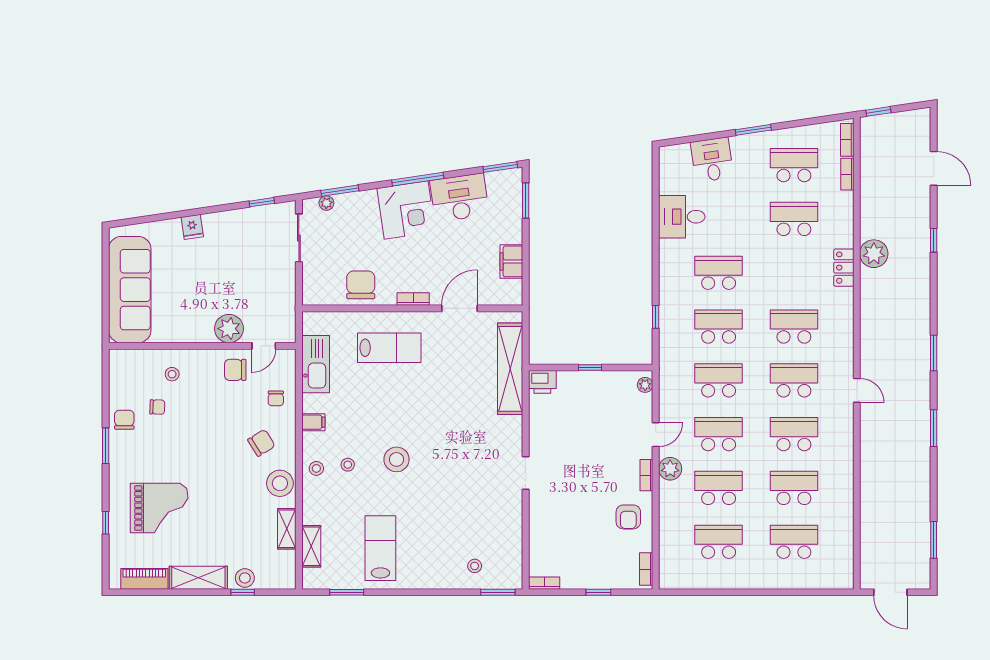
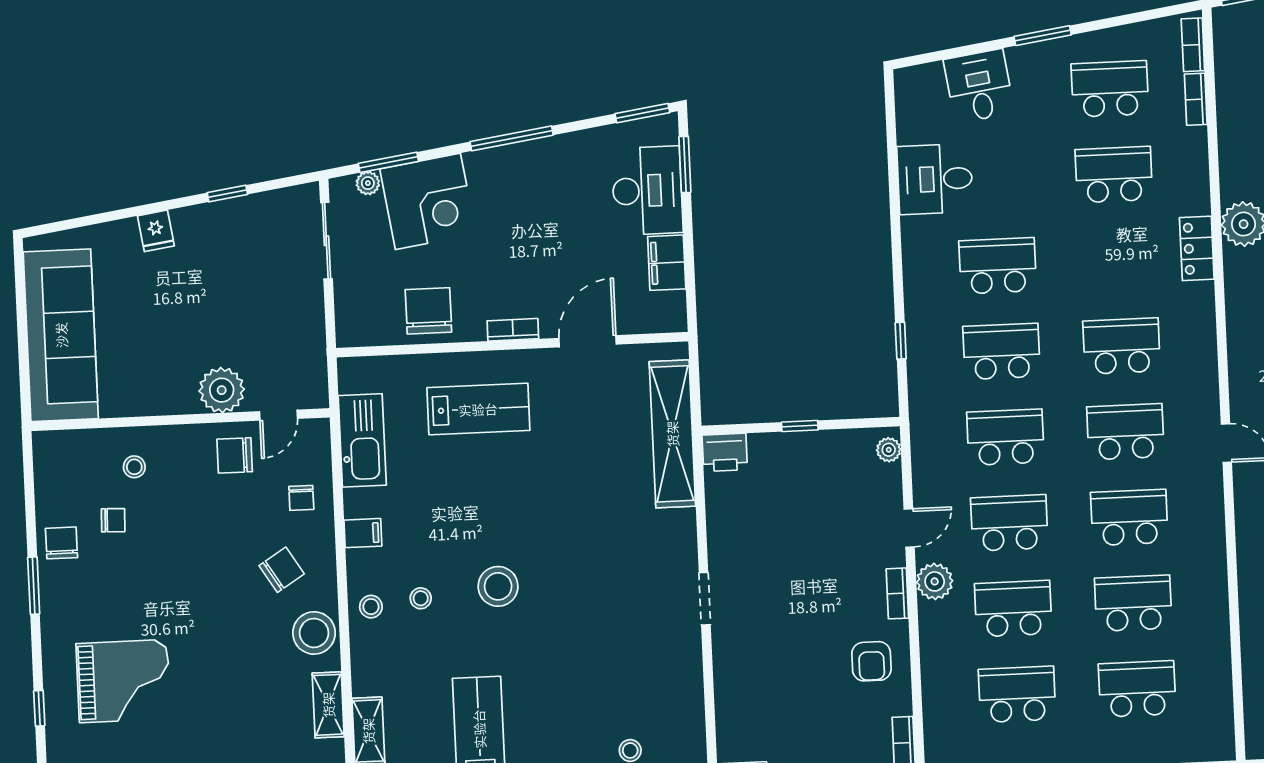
desk: (460, 198) -> (647, 191), moved, turned 98
window: (262, 202) -> (227, 194), moved
corner desk: (406, 210) -> (428, 201), moved

